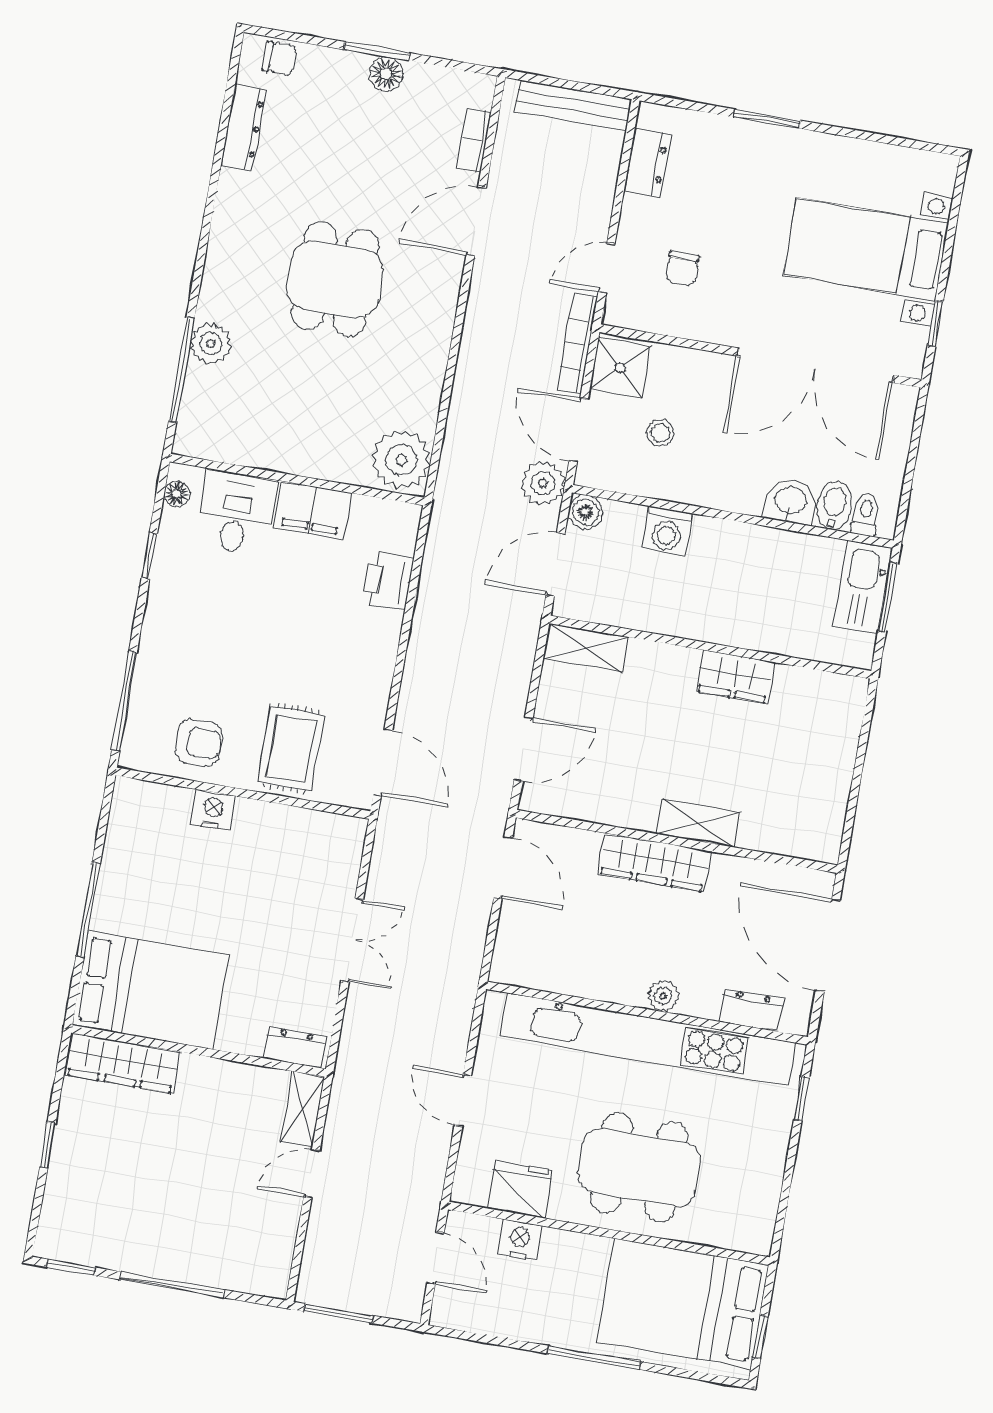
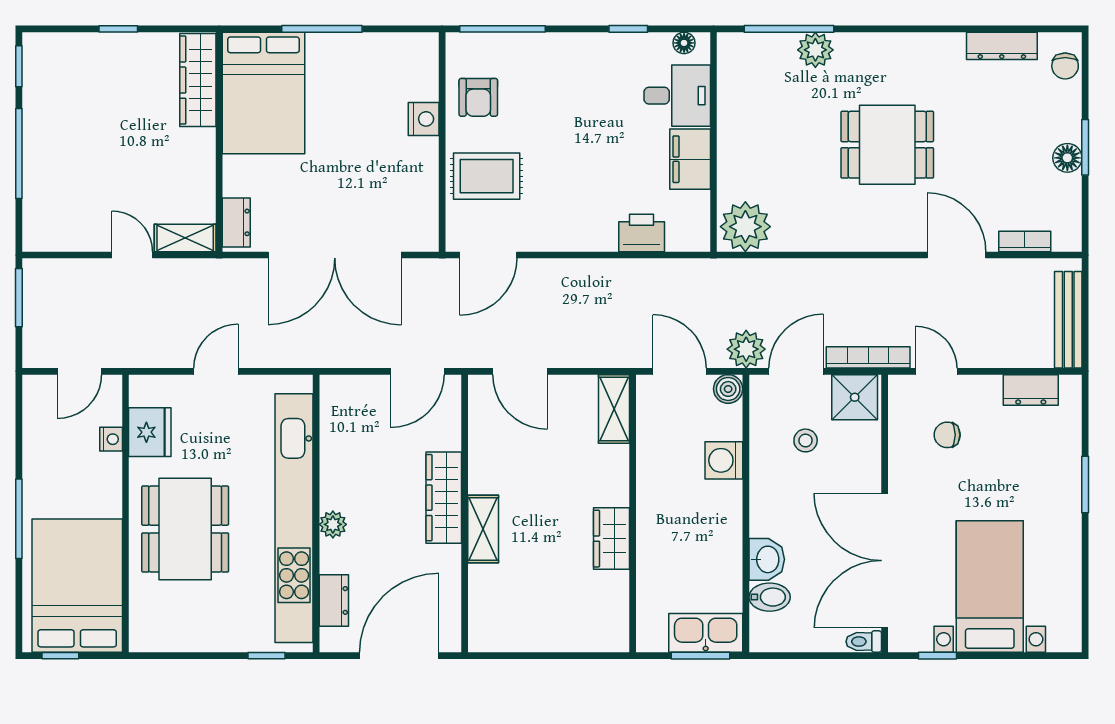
toilet: (866, 515) -> (864, 642), moved, turned 180
double door: (352, 940) -> (335, 255), width x1.87
nightstand: (519, 1240) -> (111, 439), width x0.72, depth x0.74

